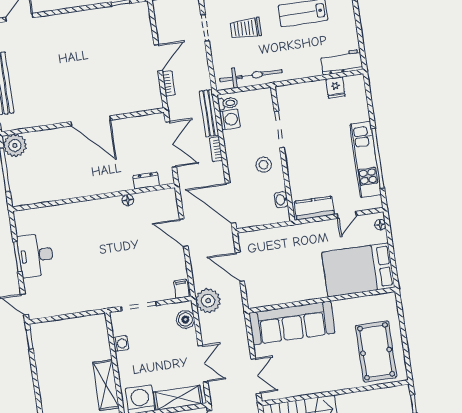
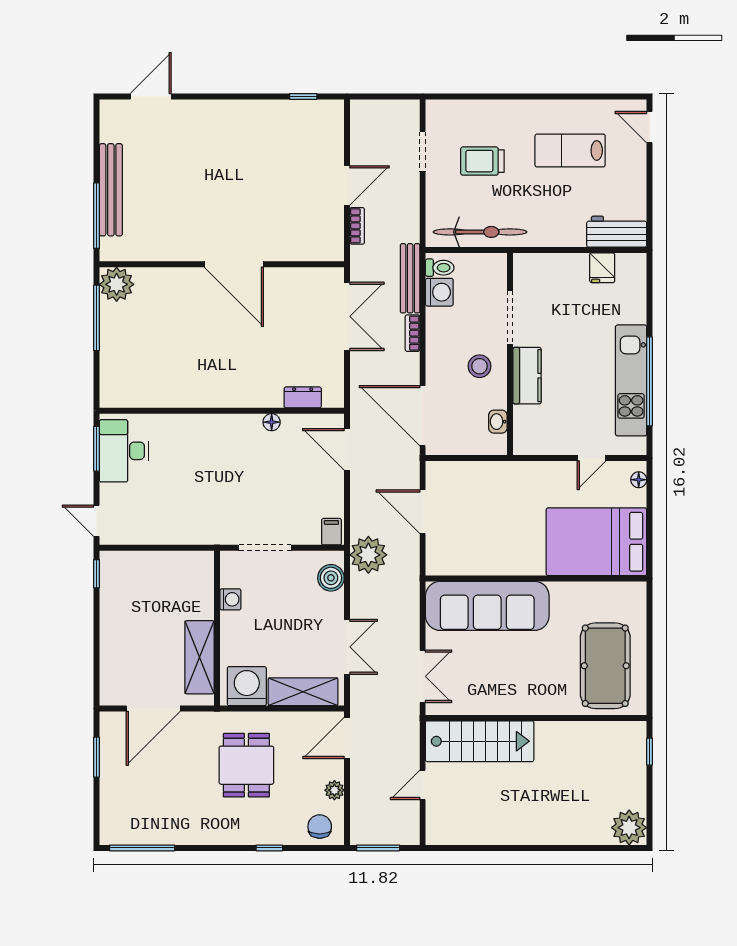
dresser: (146, 181) -> (303, 397), moved
wall: (94, 197) -> (222, 411), moved
floor lamp: (128, 200) -> (272, 422), moved
kitchen counter: (314, 208) -> (527, 376), moved, turned 90

